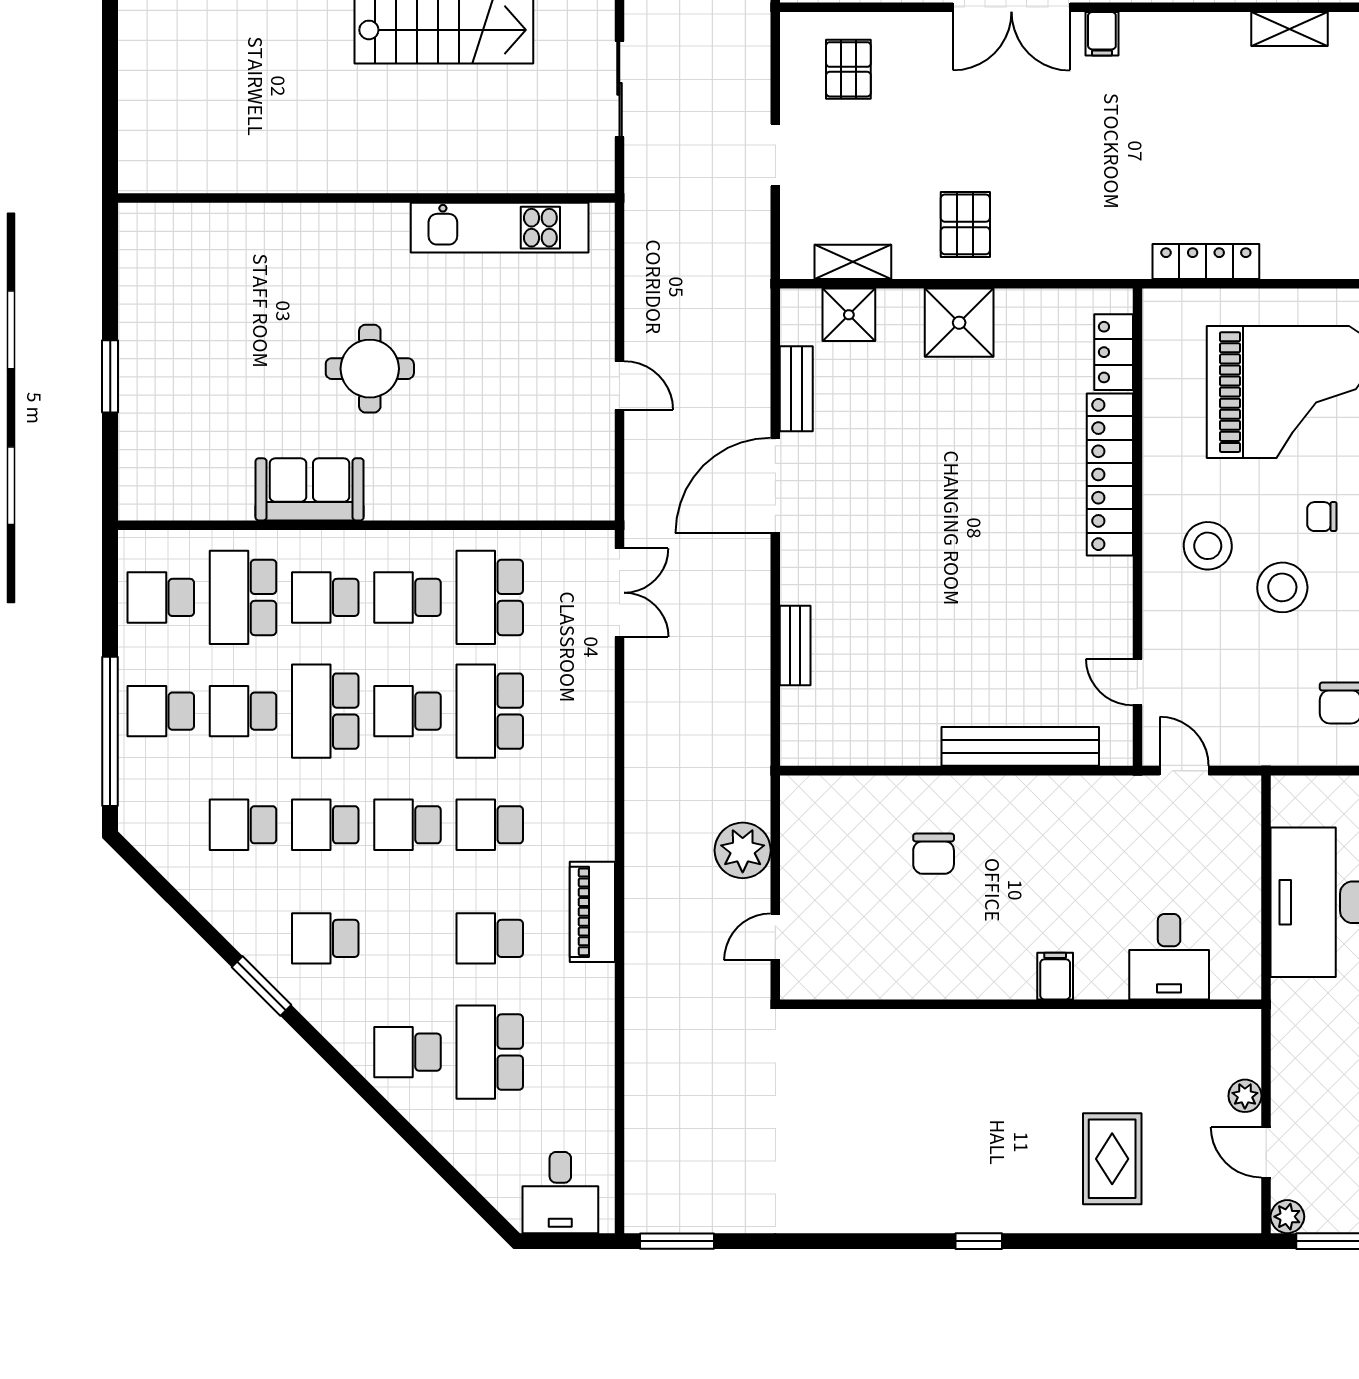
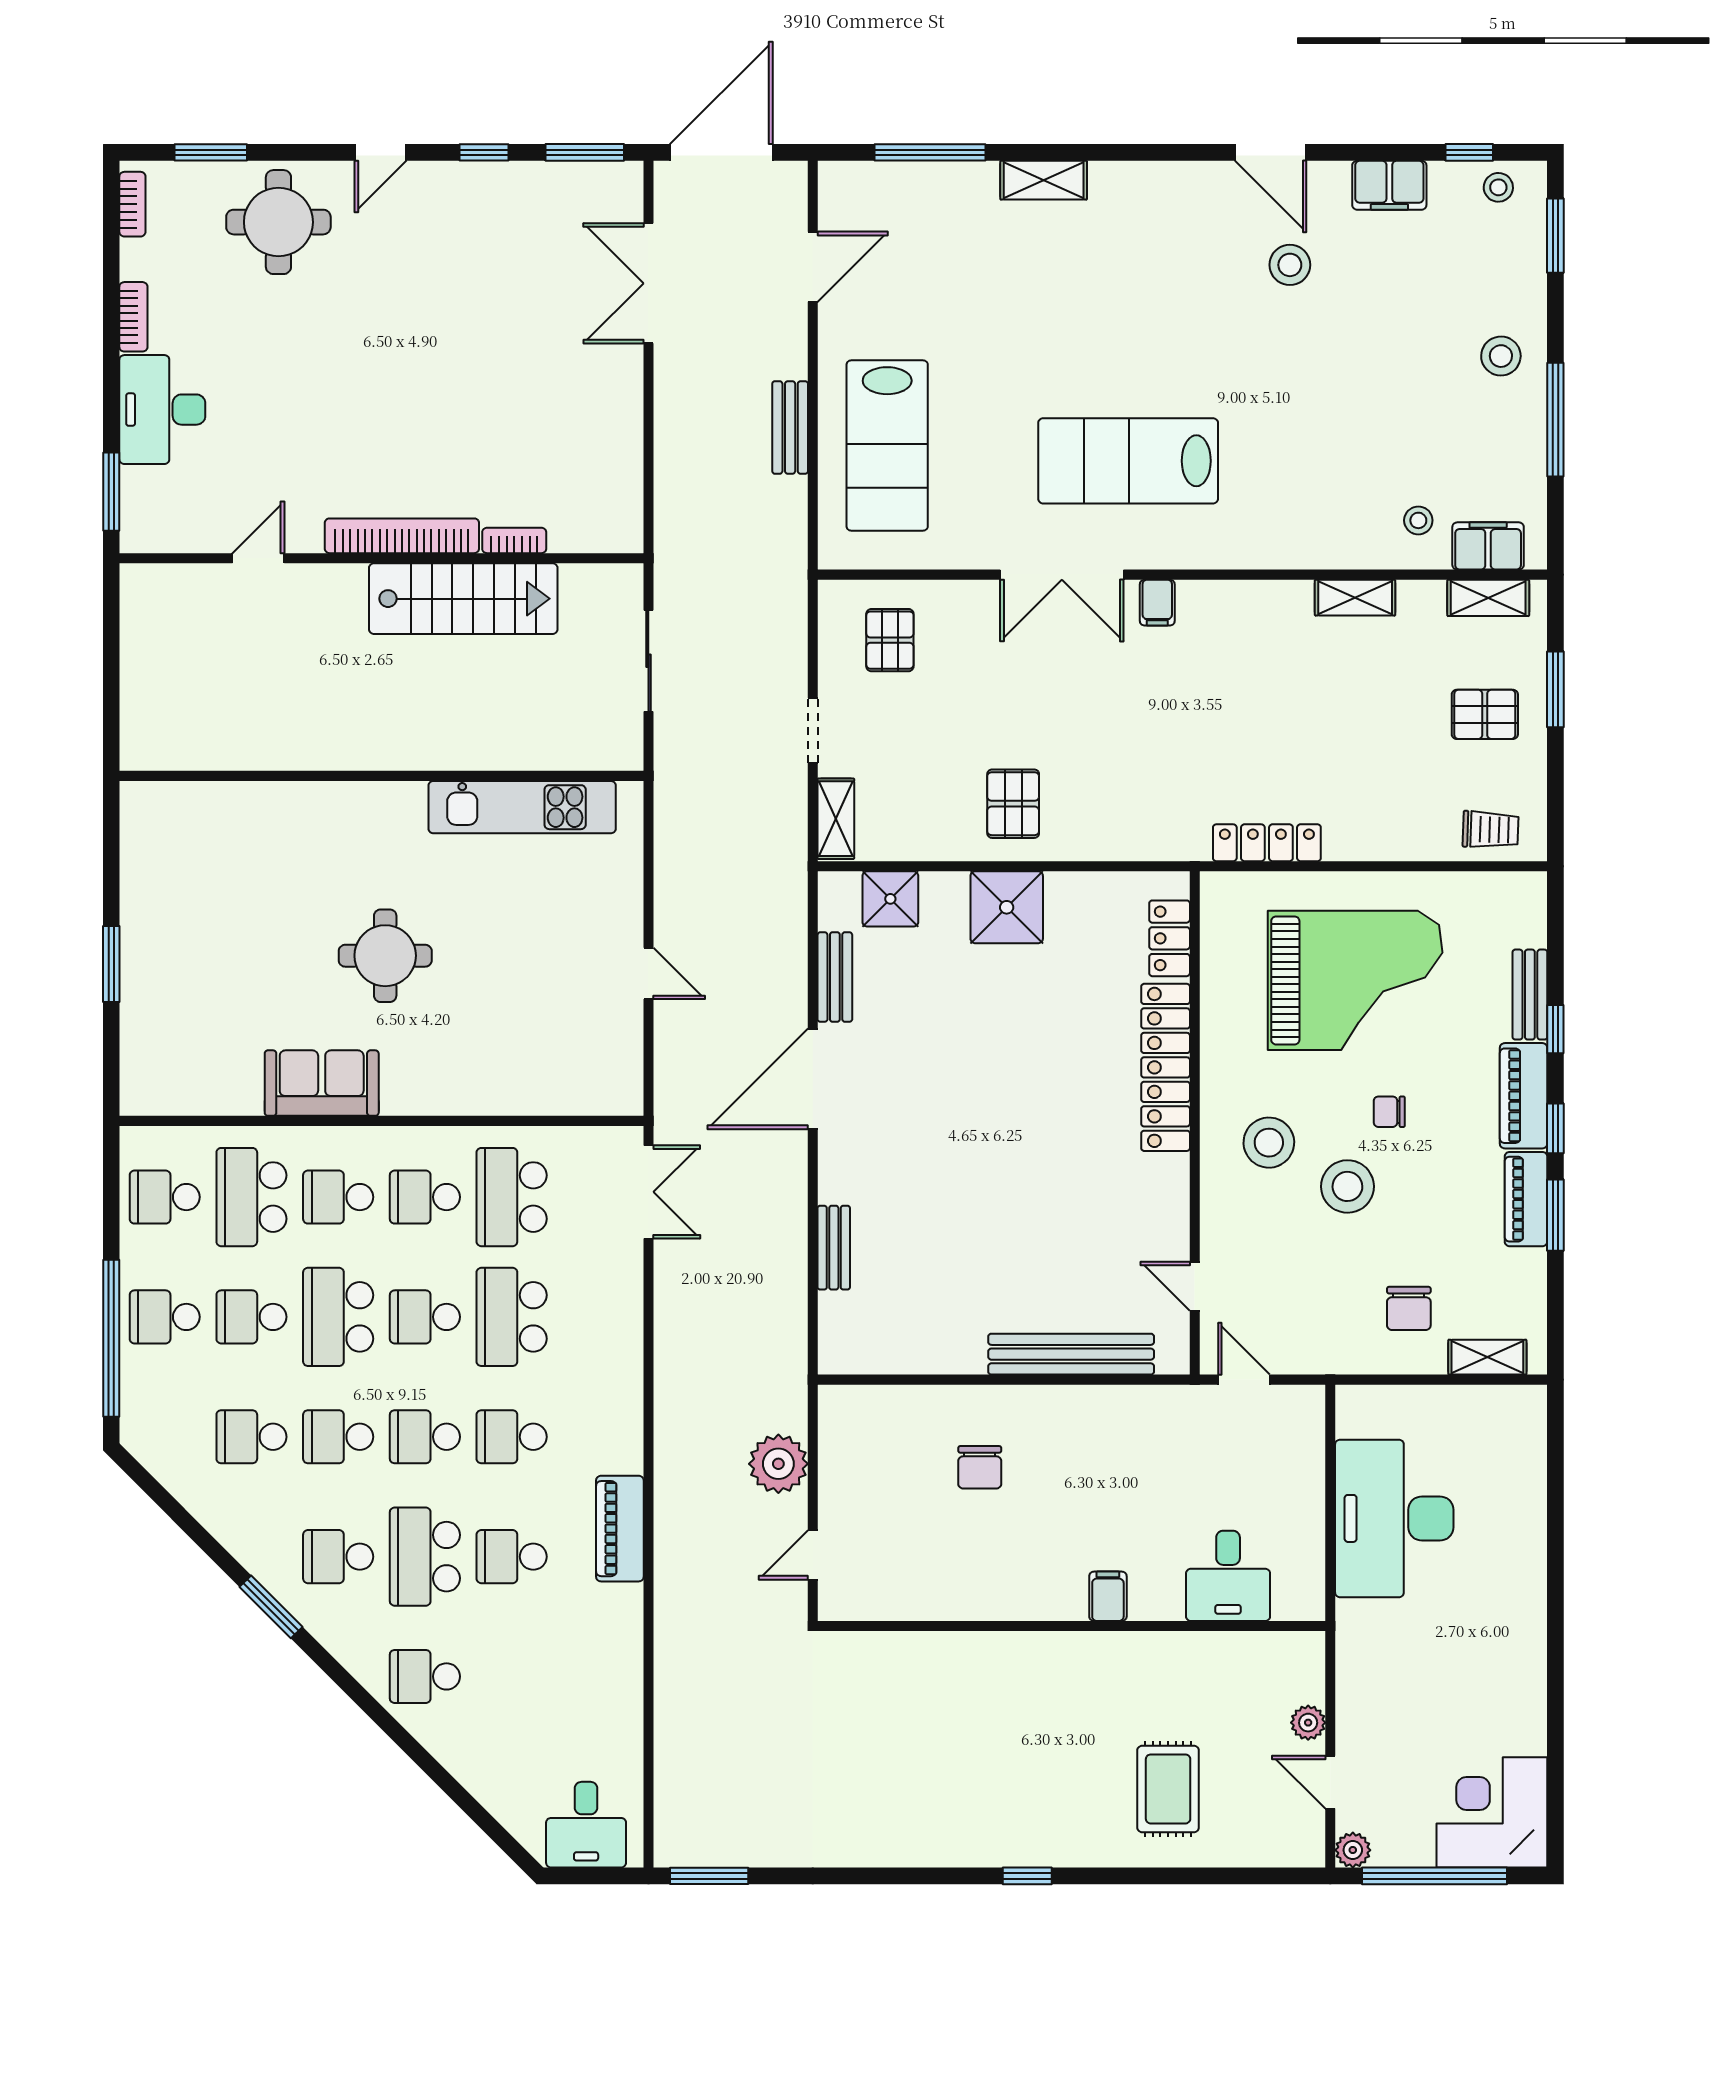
shelving: (853, 262) -> (836, 819), moved, turned 90
school desk: (490, 1052) -> (425, 1557), moved

